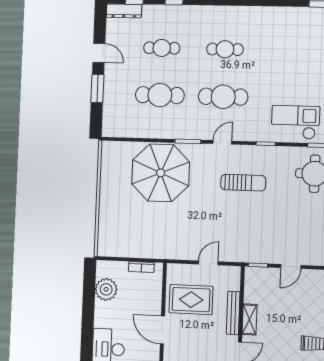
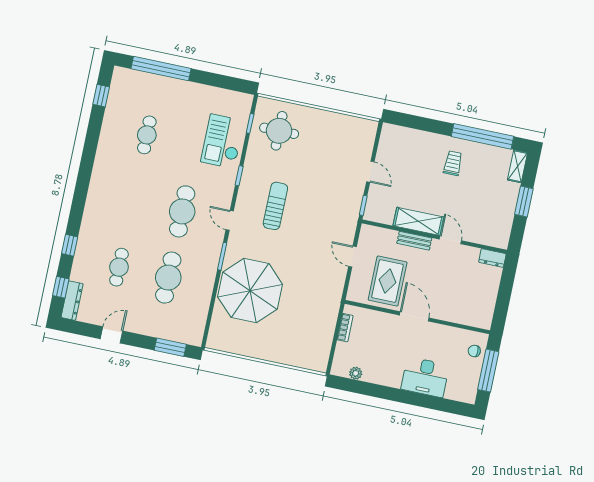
cafe table: (225, 49) -> (147, 135), moved
window: (97, 89) -> (170, 347), moved
plant: (106, 289) -> (356, 373), width x0.53, depth x0.53
bench: (233, 313) -> (414, 241), width x0.73
shelving: (249, 319) -> (418, 221), width x1.50, depth x1.33
door: (162, 330) -> (414, 316), swing flipped

